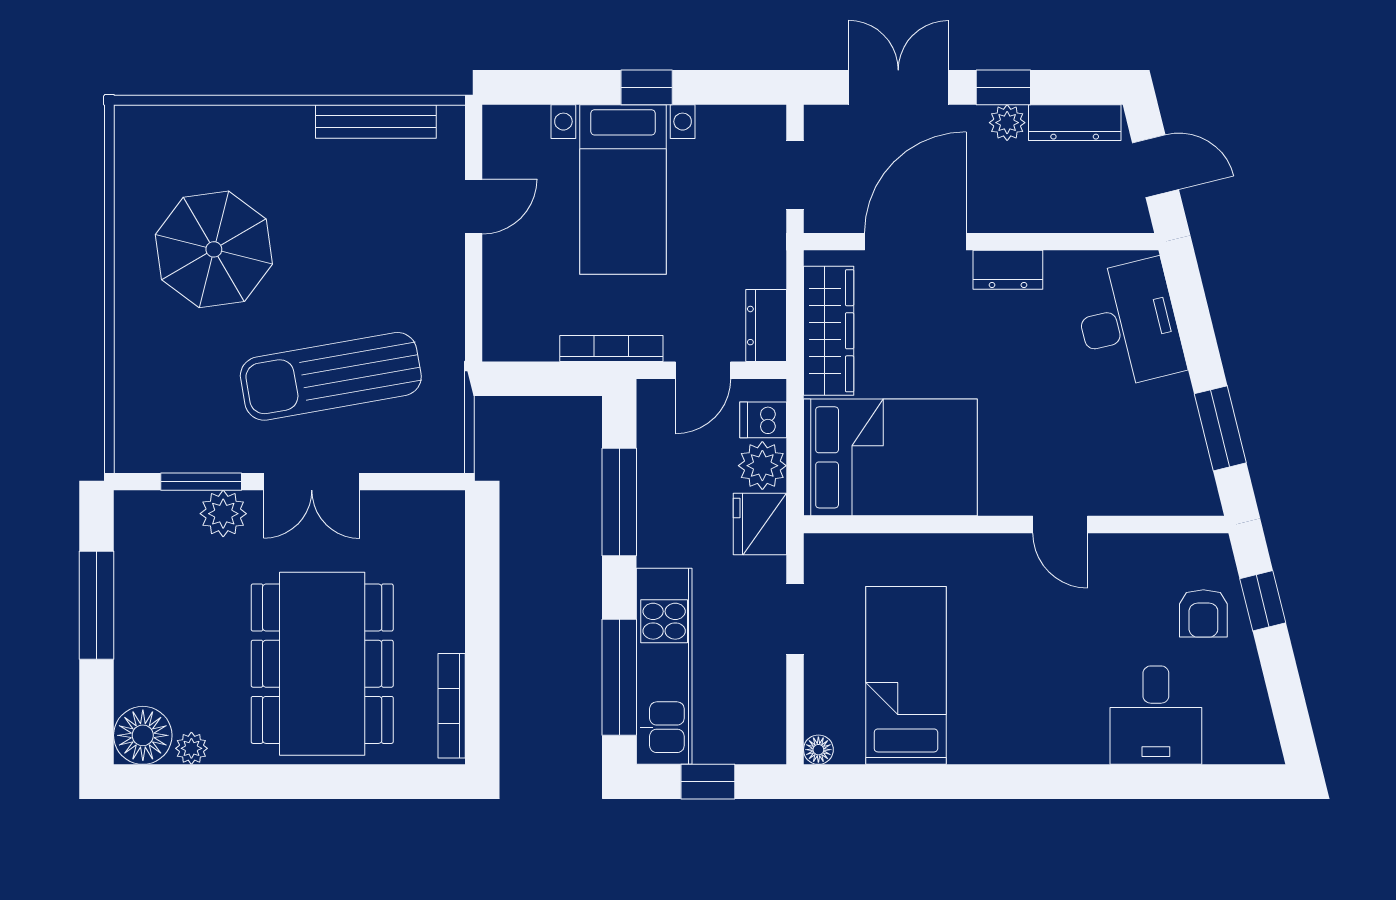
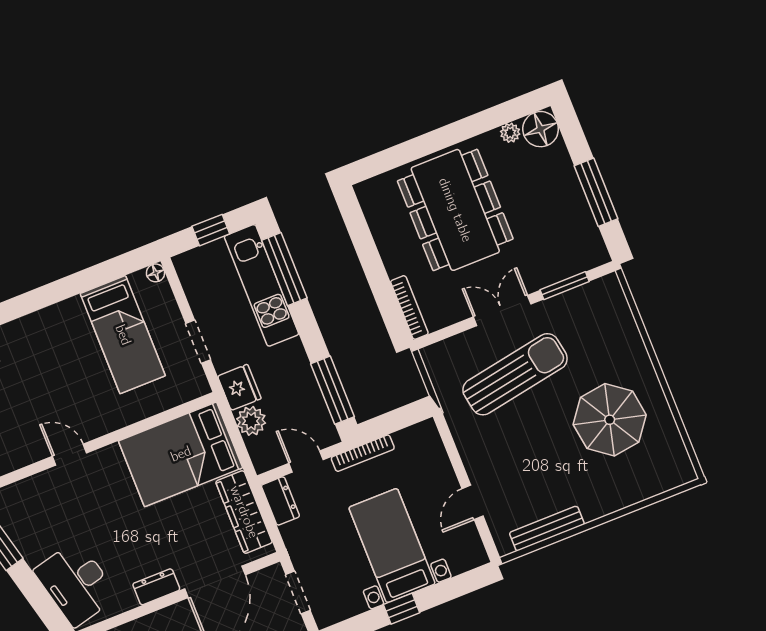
door: (703, 370) -> (306, 461), hinge flipped
dishwasher: (763, 420) -> (261, 447), removed
window: (619, 502) -> (332, 390), moved
plant: (223, 514) -> (545, 273), removed
bookcase: (452, 706) -> (409, 307), moved

